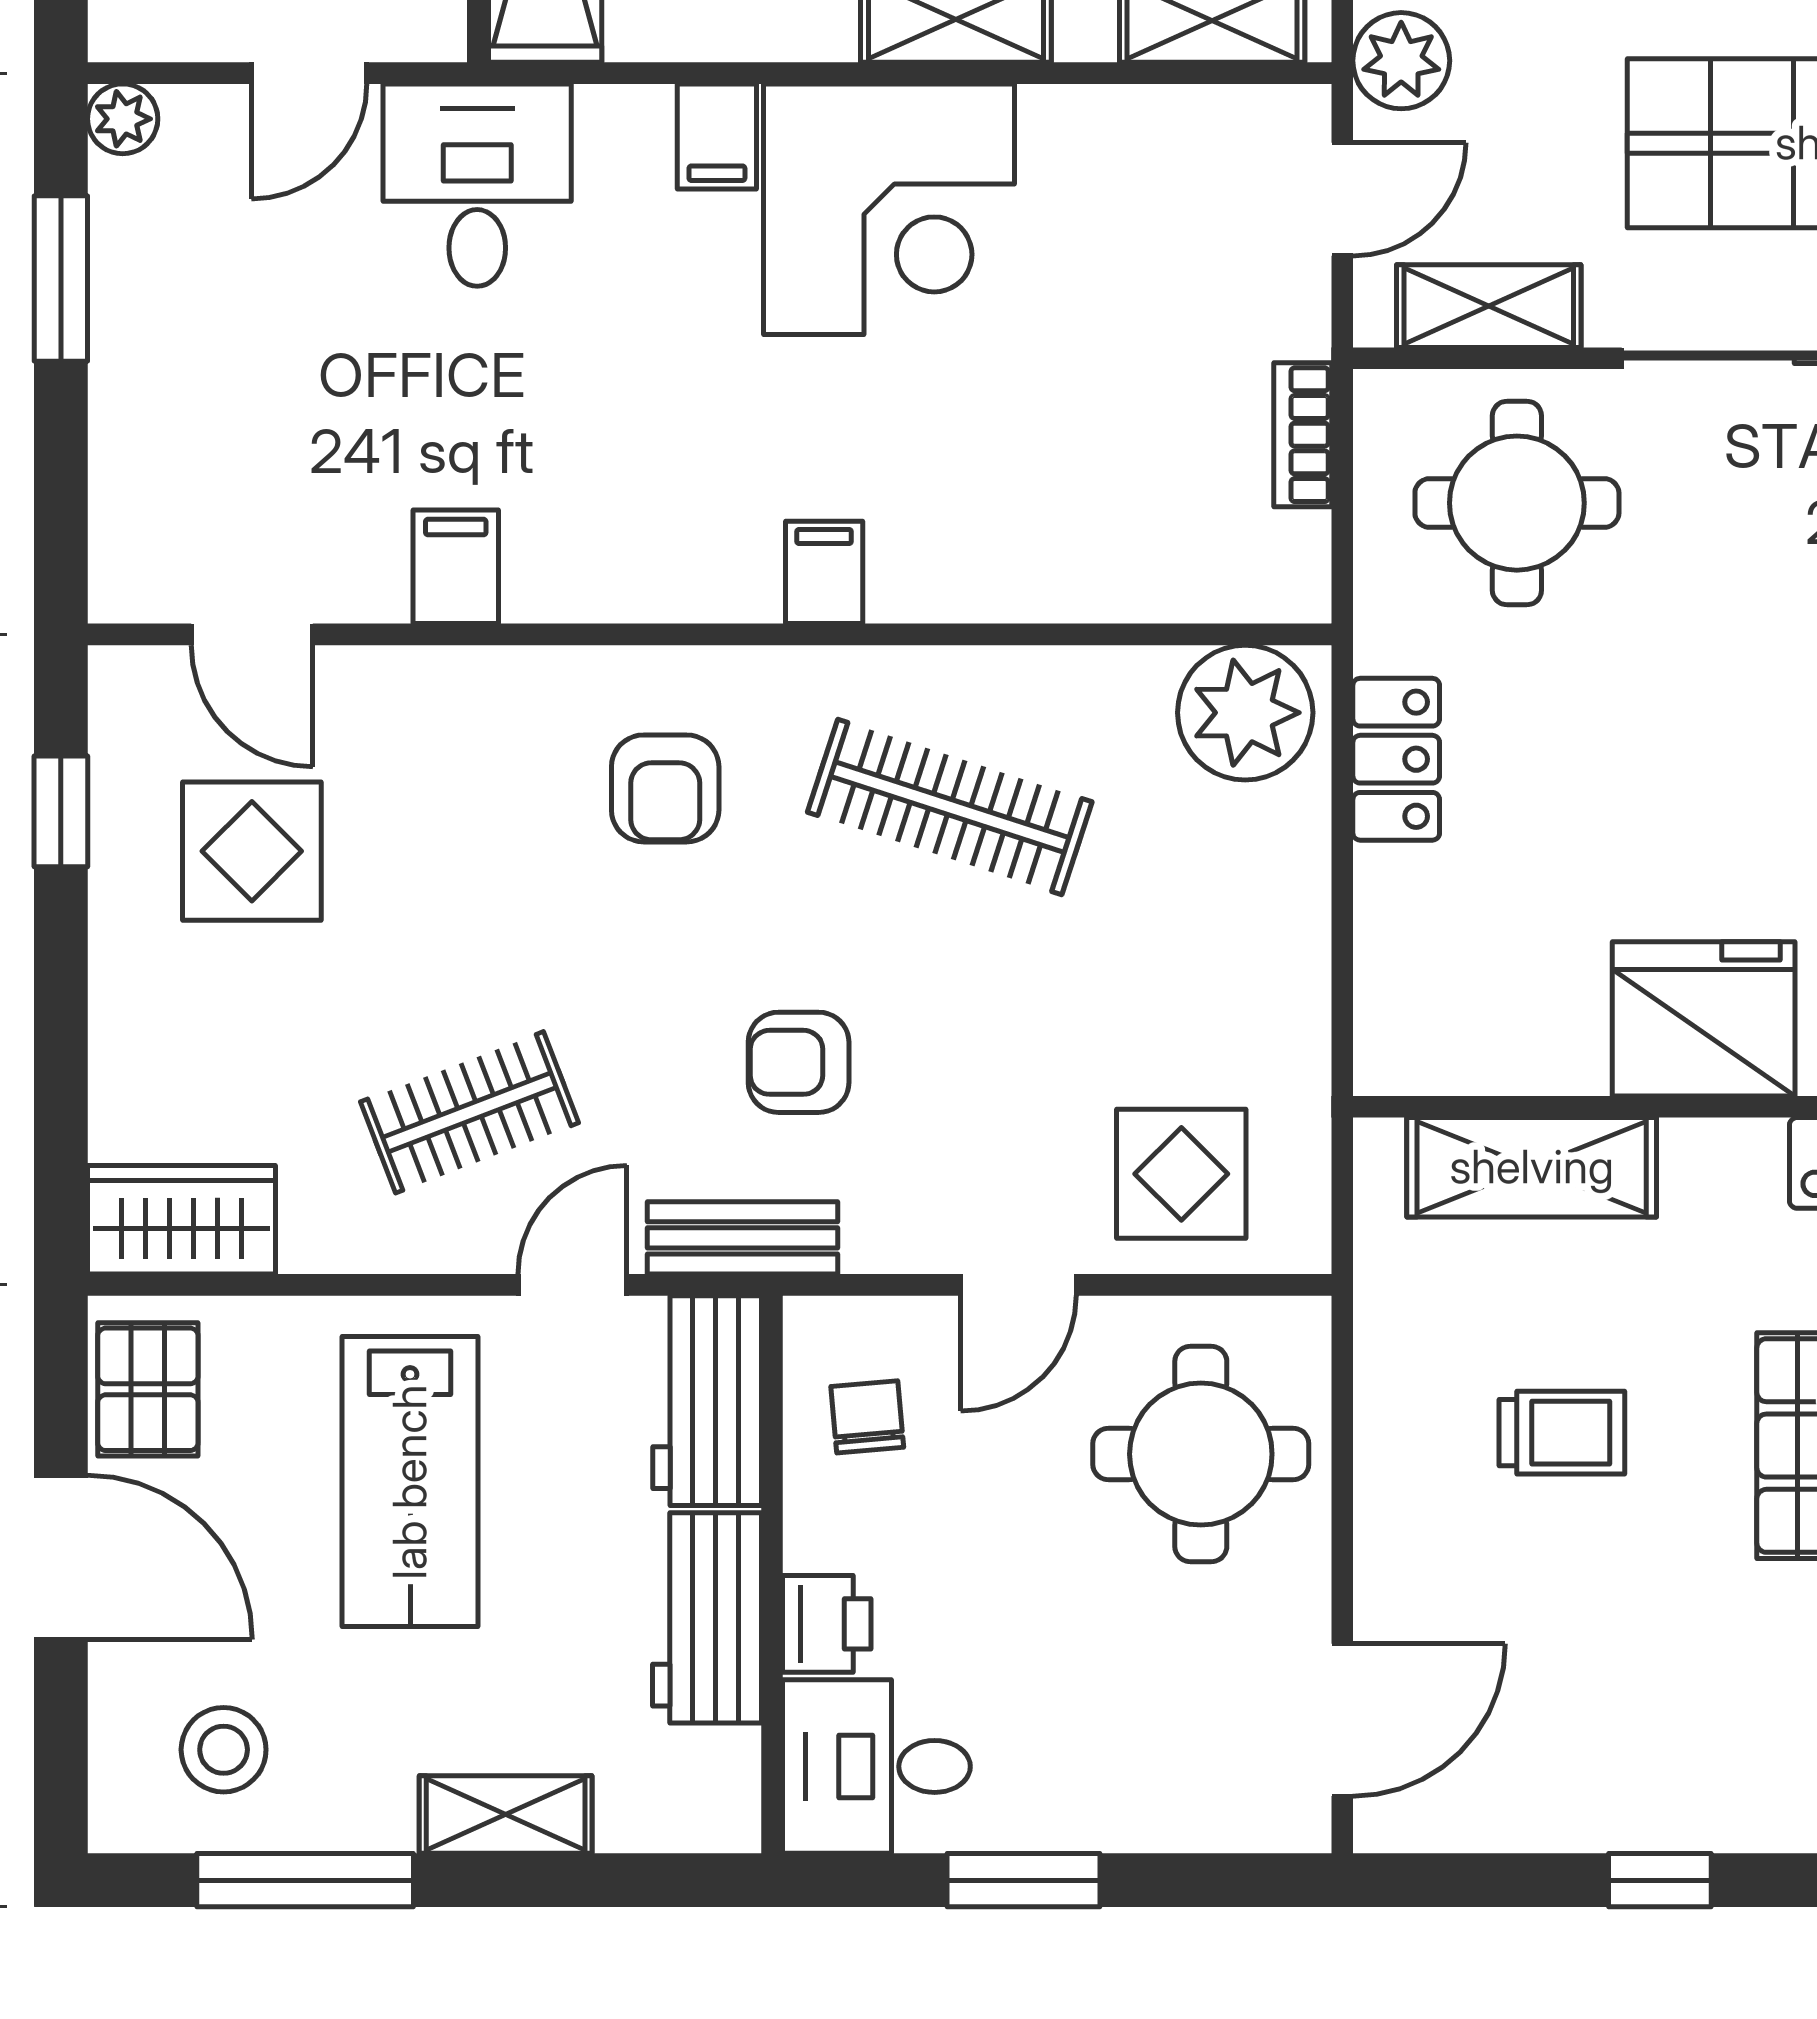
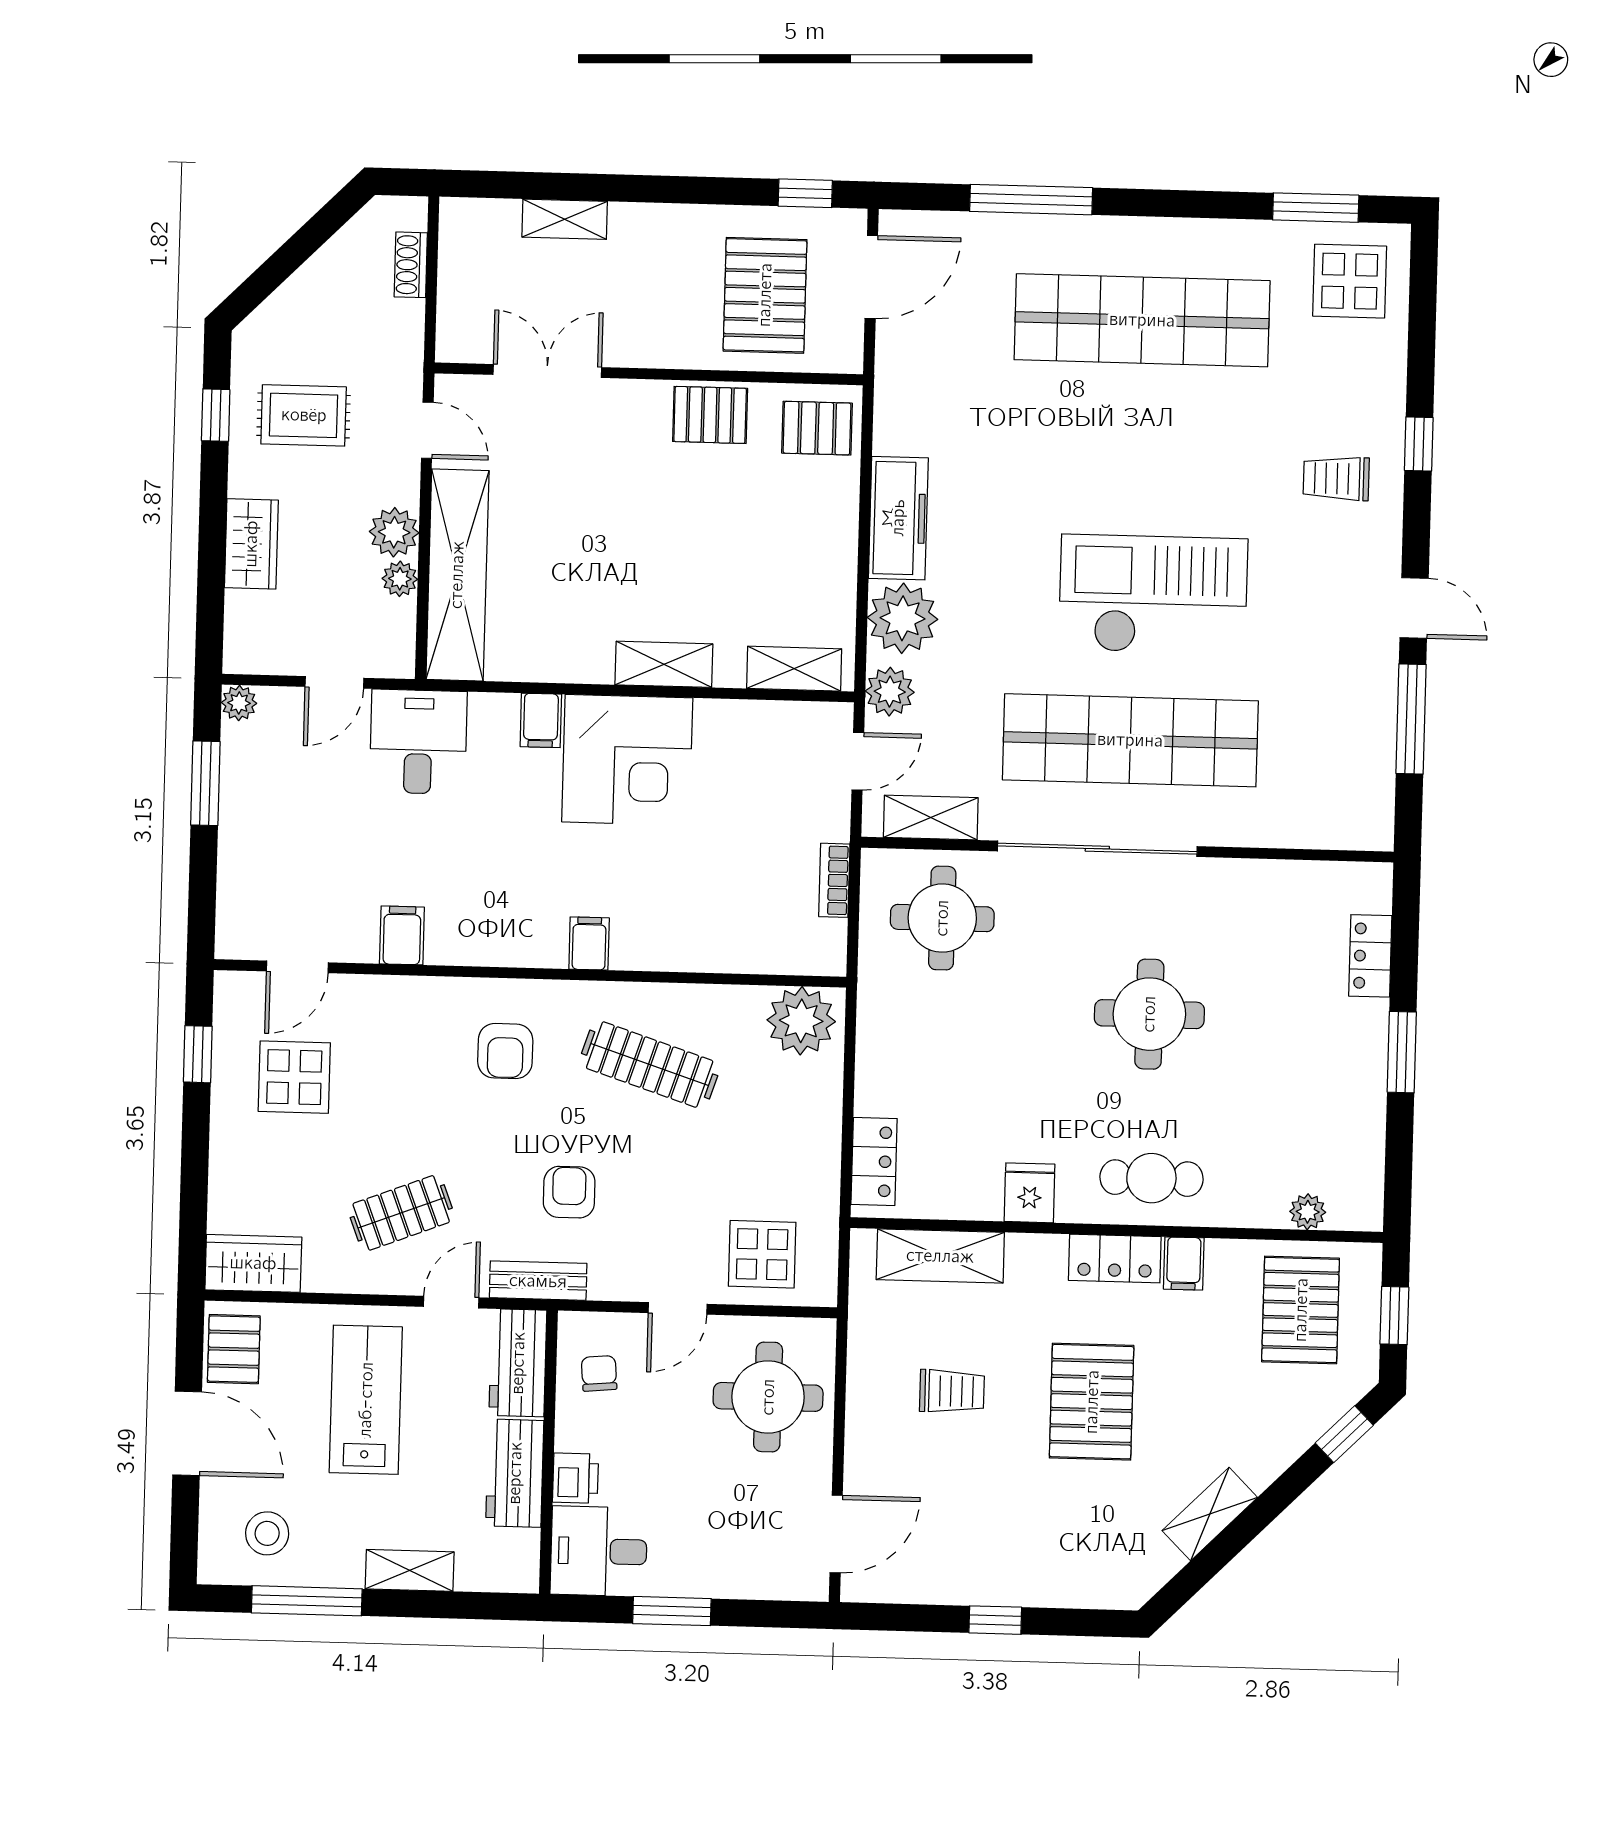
door: (252, 634) -> (297, 967), hinge flipped
locker: (1396, 759) -> (874, 1161), moved
fridge: (1704, 1019) -> (1030, 1193), width x0.53, depth x0.75
armchair: (799, 1062) -> (569, 1192), turned 90
lab bench: (410, 1482) -> (366, 1400), turned 180

